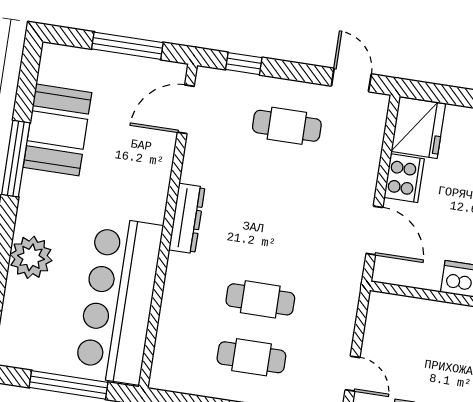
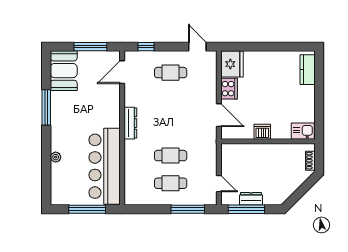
booth: (57, 130) -> (64, 71), moved
plant: (31, 257) -> (56, 157), width x0.53, depth x0.53

